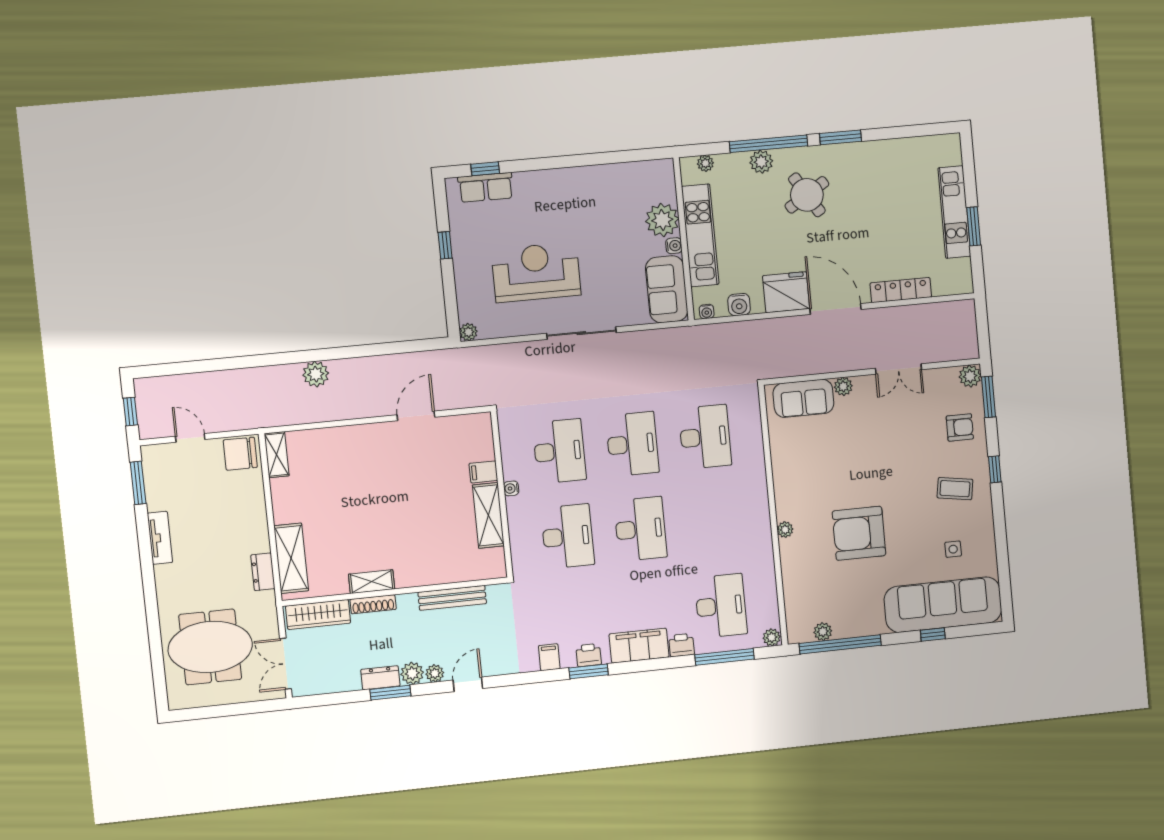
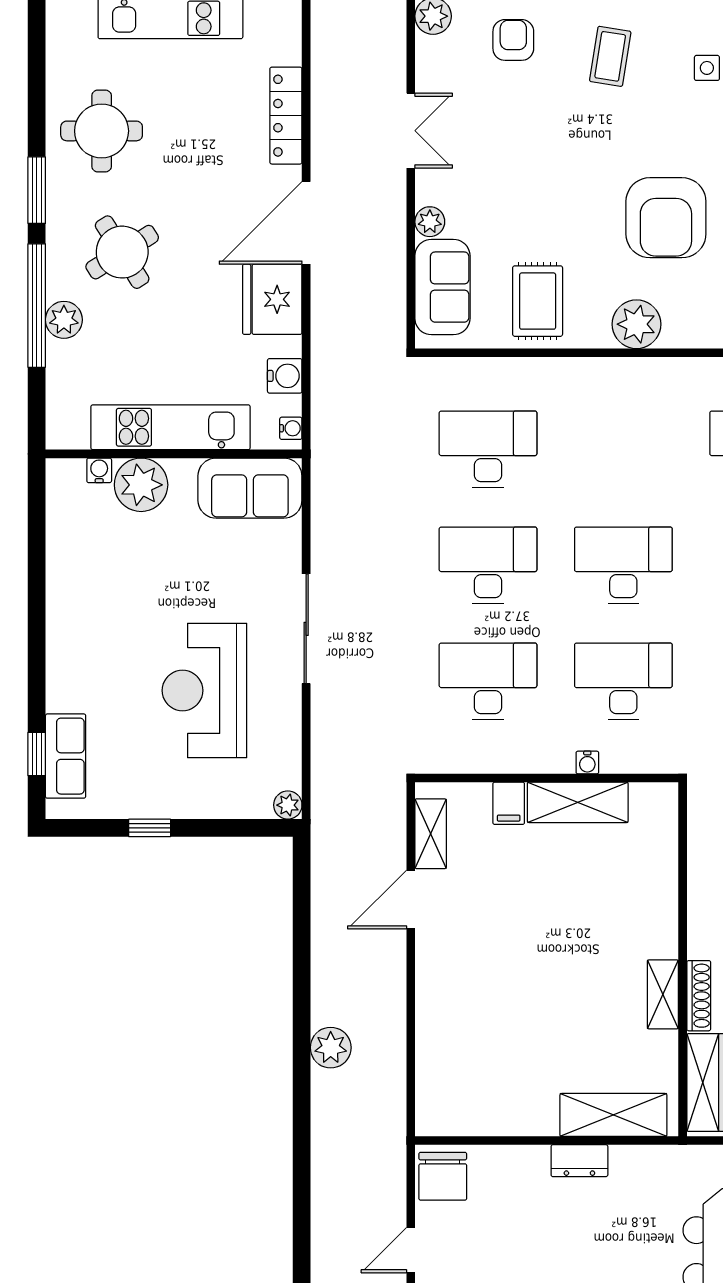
plant: (705, 163) -> (59, 408), removed
round table: (881, 175) -> (102, 131), added
water cooler: (674, 246) -> (99, 470), moved
door: (416, 416) -> (411, 900), hinge flipped
shelving: (277, 455) -> (431, 834), moved, turned 90
rug: (800, 459) -> (538, 301), added
water cooler: (511, 488) -> (587, 763), moved
plant: (785, 530) -> (637, 324), width x1.87, depth x1.87
dresser: (263, 572) -> (579, 1161), moved
bench: (452, 598) -> (701, 872), removed

